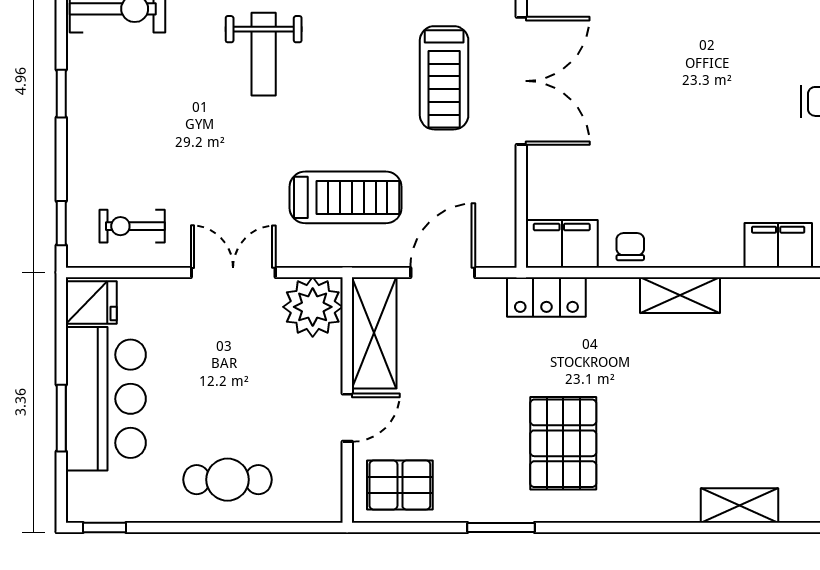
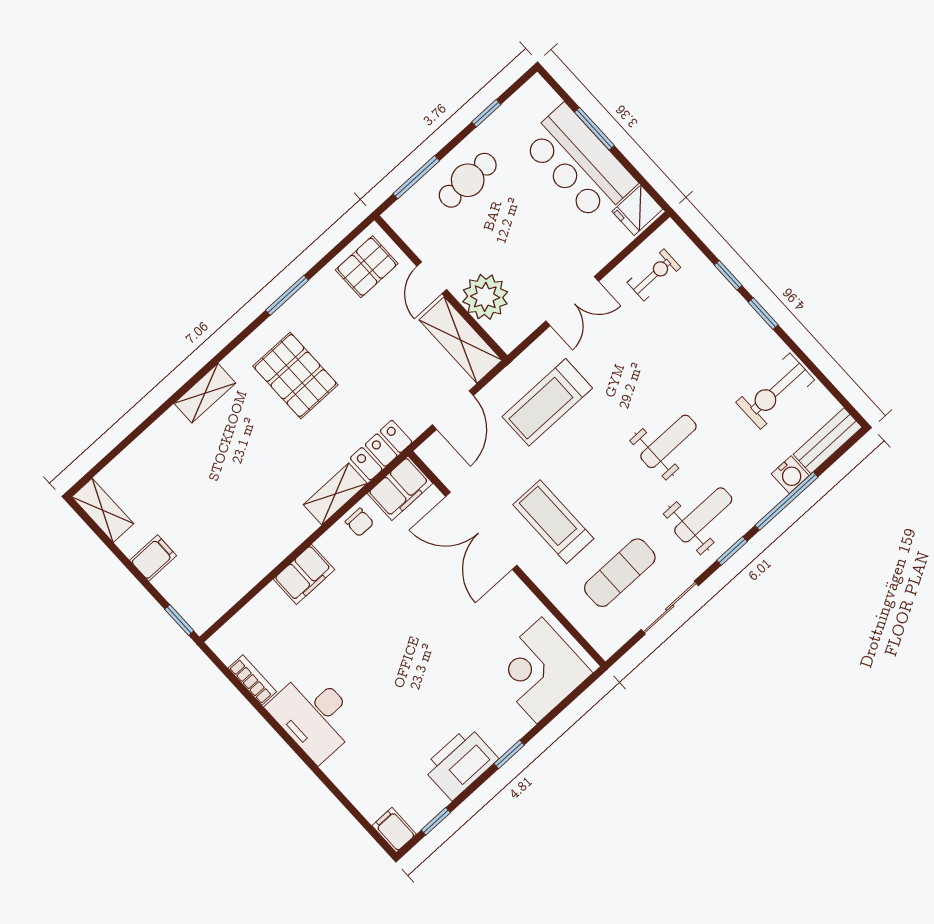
weight bench: (264, 54) -> (668, 441), turned 90
double door: (521, 81) -> (481, 531), moved
window: (61, 223) -> (728, 275), moved
filing cabinet: (778, 245) -> (304, 574), moved
shelving: (680, 295) -> (335, 494), moved
plant: (313, 307) -> (485, 297), moved
shelving: (740, 506) -> (205, 393), moved
window: (104, 528) -> (486, 113), moved
window: (274, 528) -> (416, 177), added

